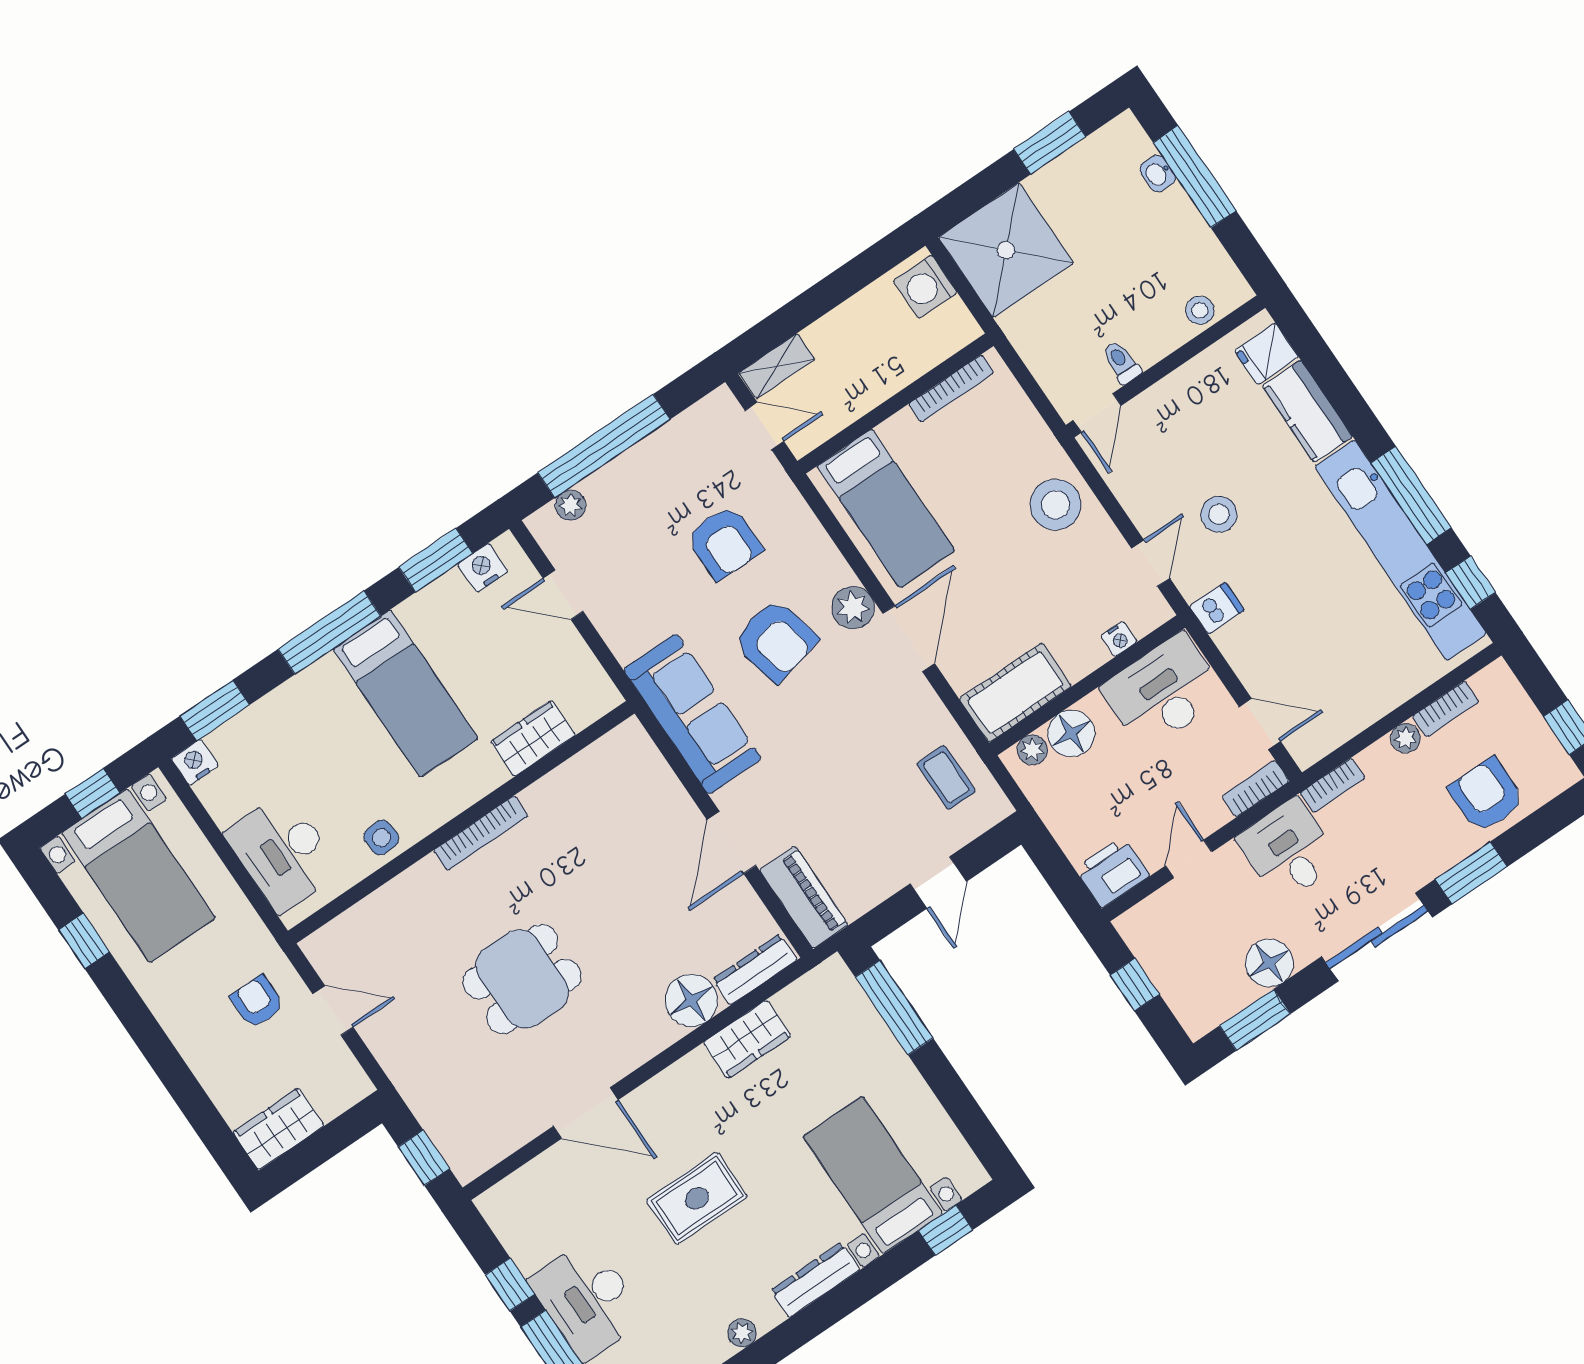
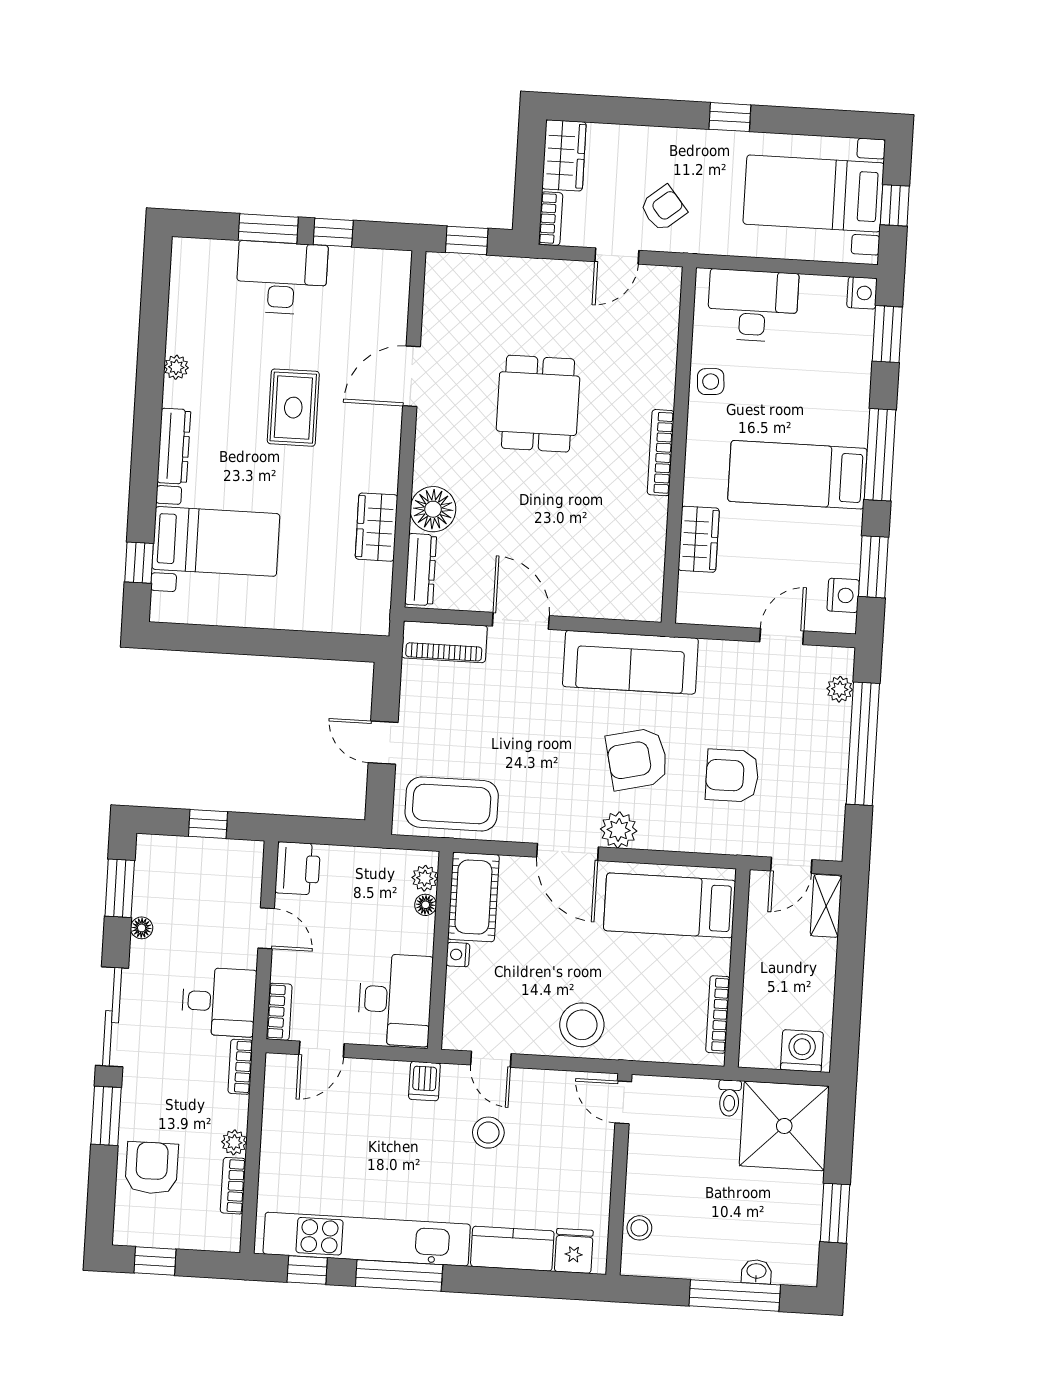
toilet: (1121, 362) -> (729, 1098), moved, turned 90
nightstand: (1119, 639) -> (458, 955), moved
floor lamp: (1071, 733) -> (426, 905), width x0.53, depth x0.53
coffee table: (946, 777) -> (452, 804), width x1.86, depth x1.72
armchair: (1486, 795) -> (152, 1168), turned -90
window: (84, 941) -> (730, 117), moved
floor lamp: (1269, 963) -> (142, 928), width x0.53, depth x0.53
armchair: (257, 1002) -> (663, 208), turned -39
window: (894, 1008) -> (320, 645), removed
bookcase: (345, 1097) -> (551, 219), added

